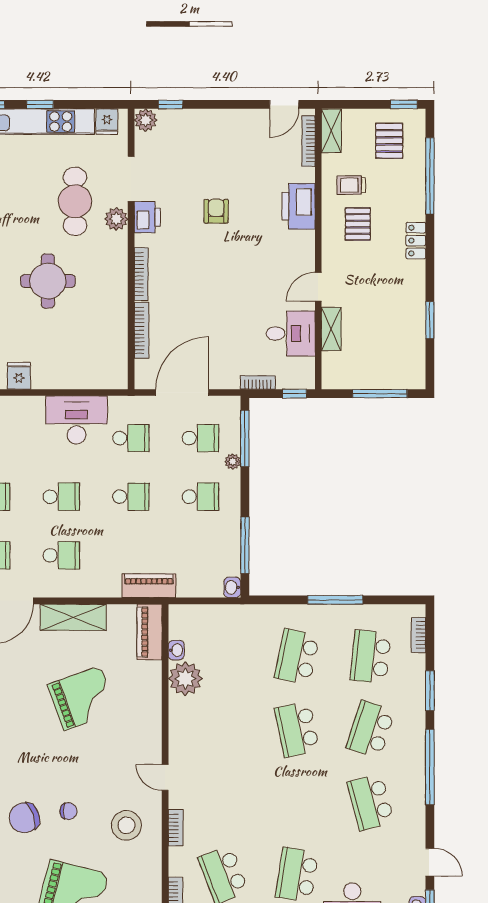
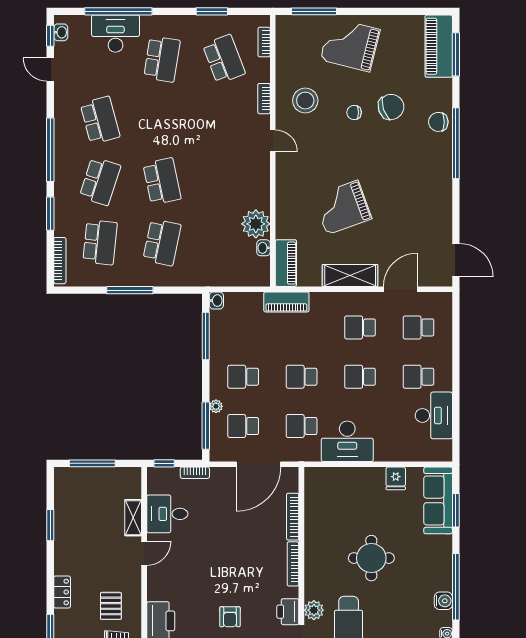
bookcase: (419, 635) -> (60, 261), width x1.56

